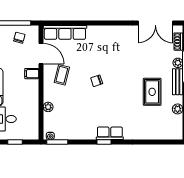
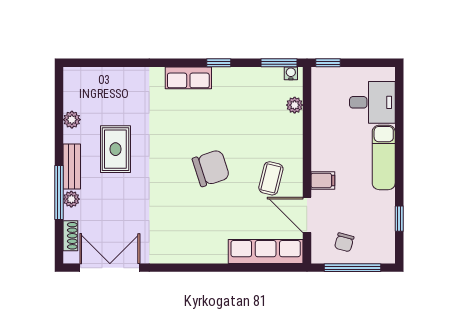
chair: (97, 81) -> (211, 168), width x1.87, depth x1.87
plant: (48, 107) -> (295, 105), moved
window: (15, 142) -> (328, 63), moved
window: (104, 142) -> (219, 63), moved

